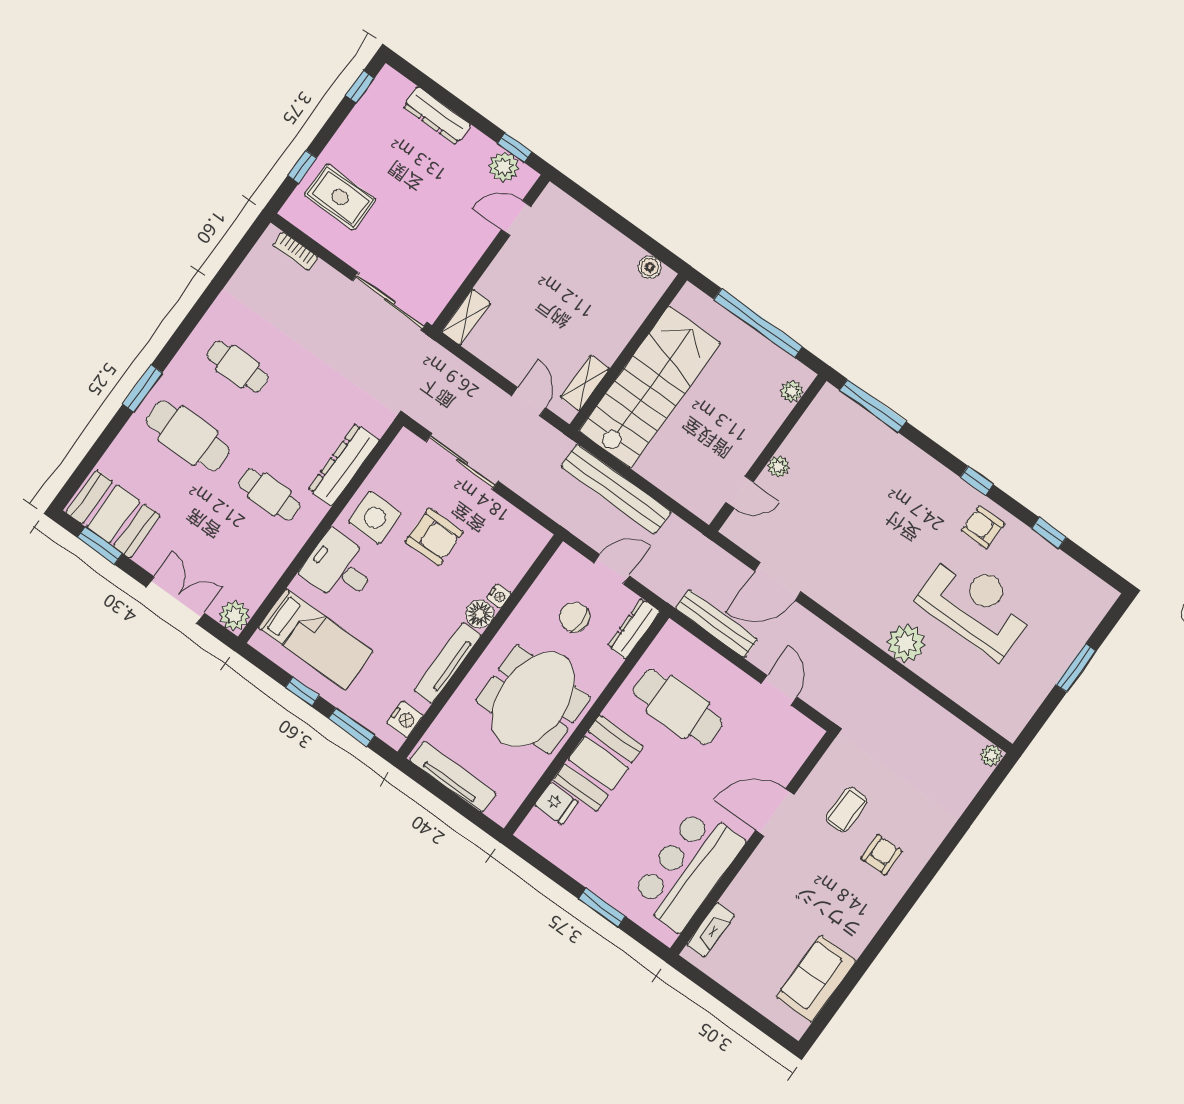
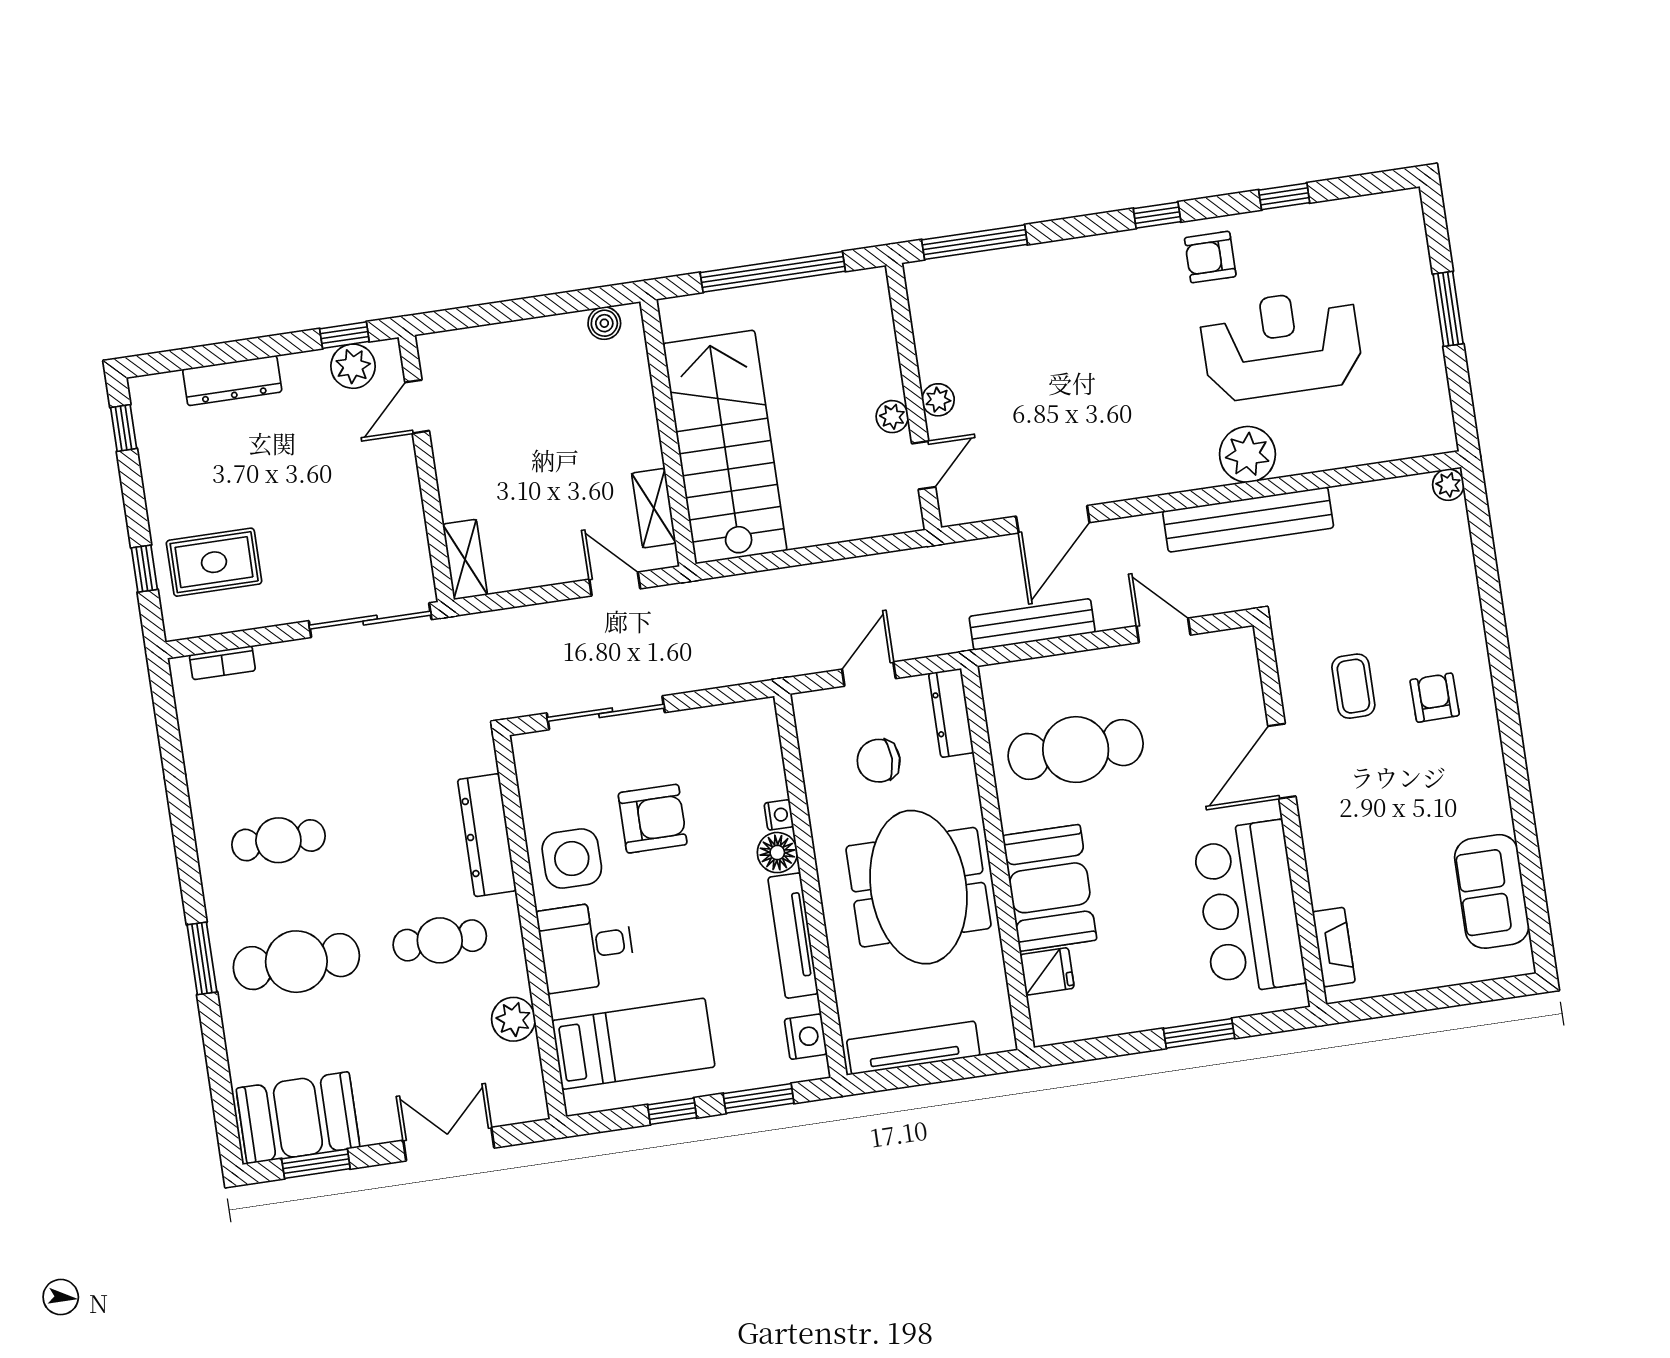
plant: (792, 391) -> (892, 417), moved
bench: (616, 489) -> (1248, 519), moved
plant: (234, 616) -> (513, 1019), moved

